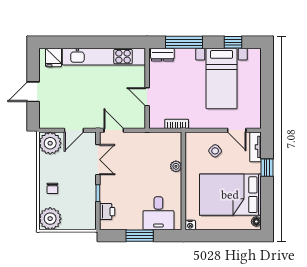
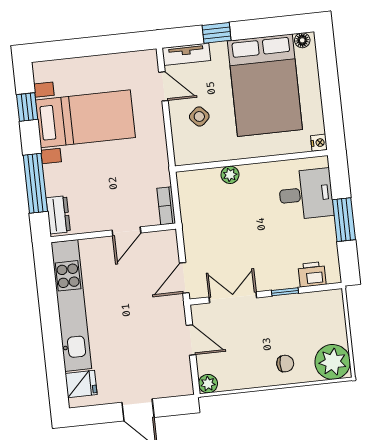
bookcase: (177, 124) -> (166, 206), moved
door: (237, 130) -> (163, 86), hinge flipped
plant: (50, 143) -> (208, 384), width x0.53, depth x0.53

